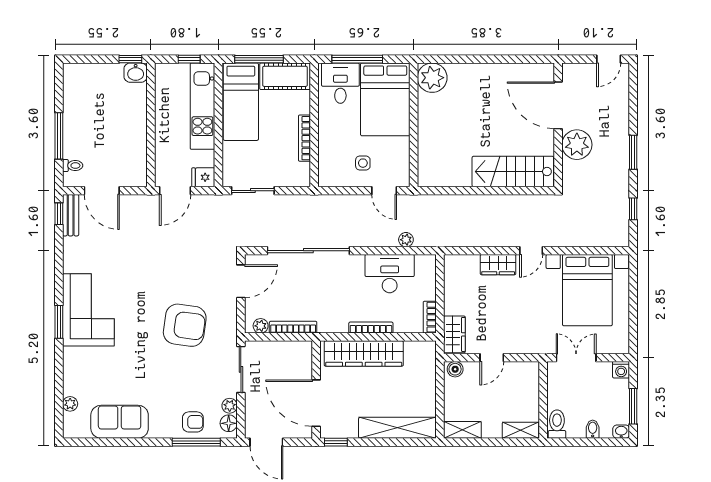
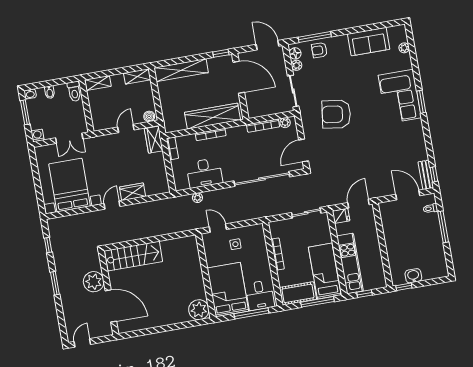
washbasin: (136, 73) -> (413, 276), moved
corner sofa: (88, 310) -> (400, 96), moved

